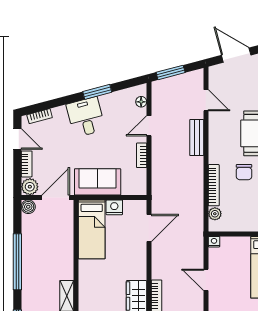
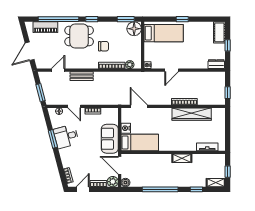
desk: (86, 117) -> (66, 136), moved

